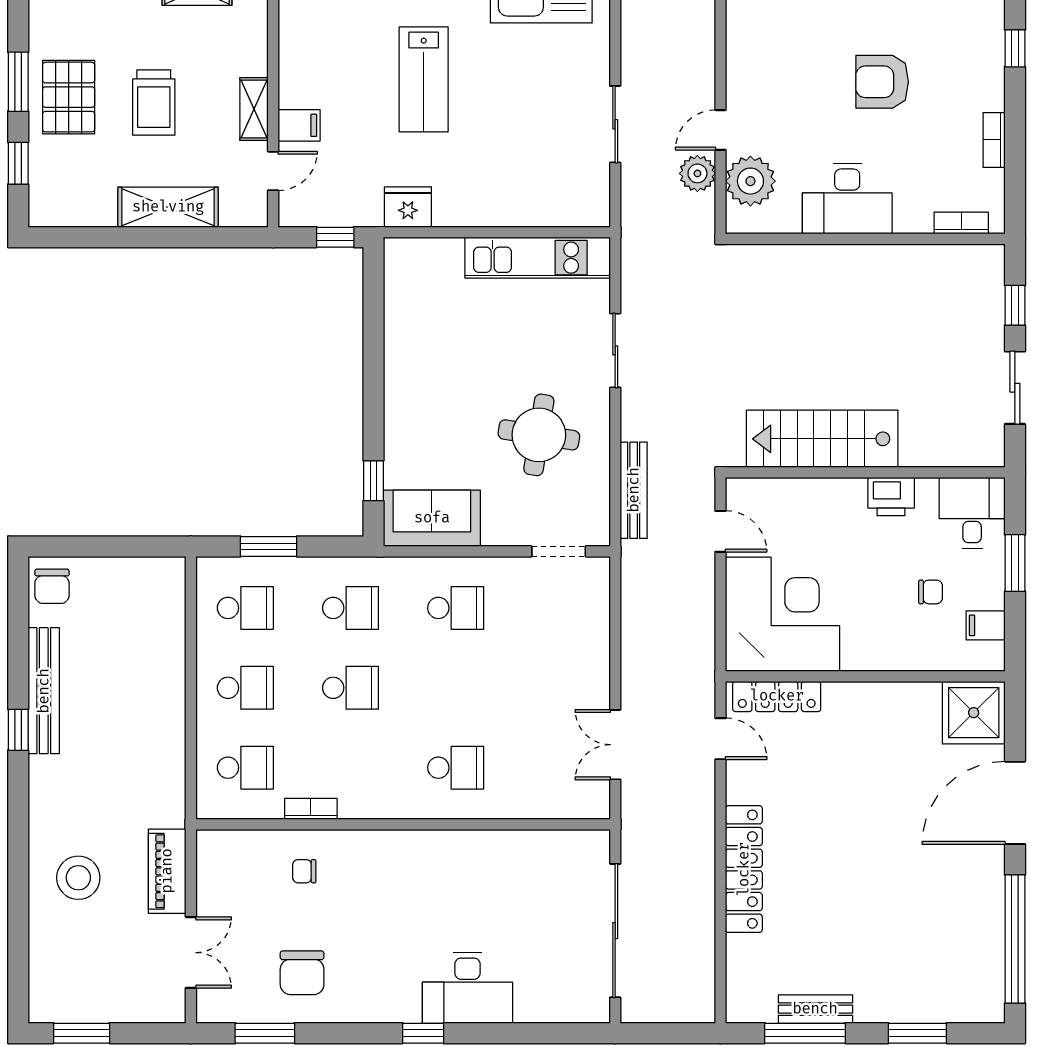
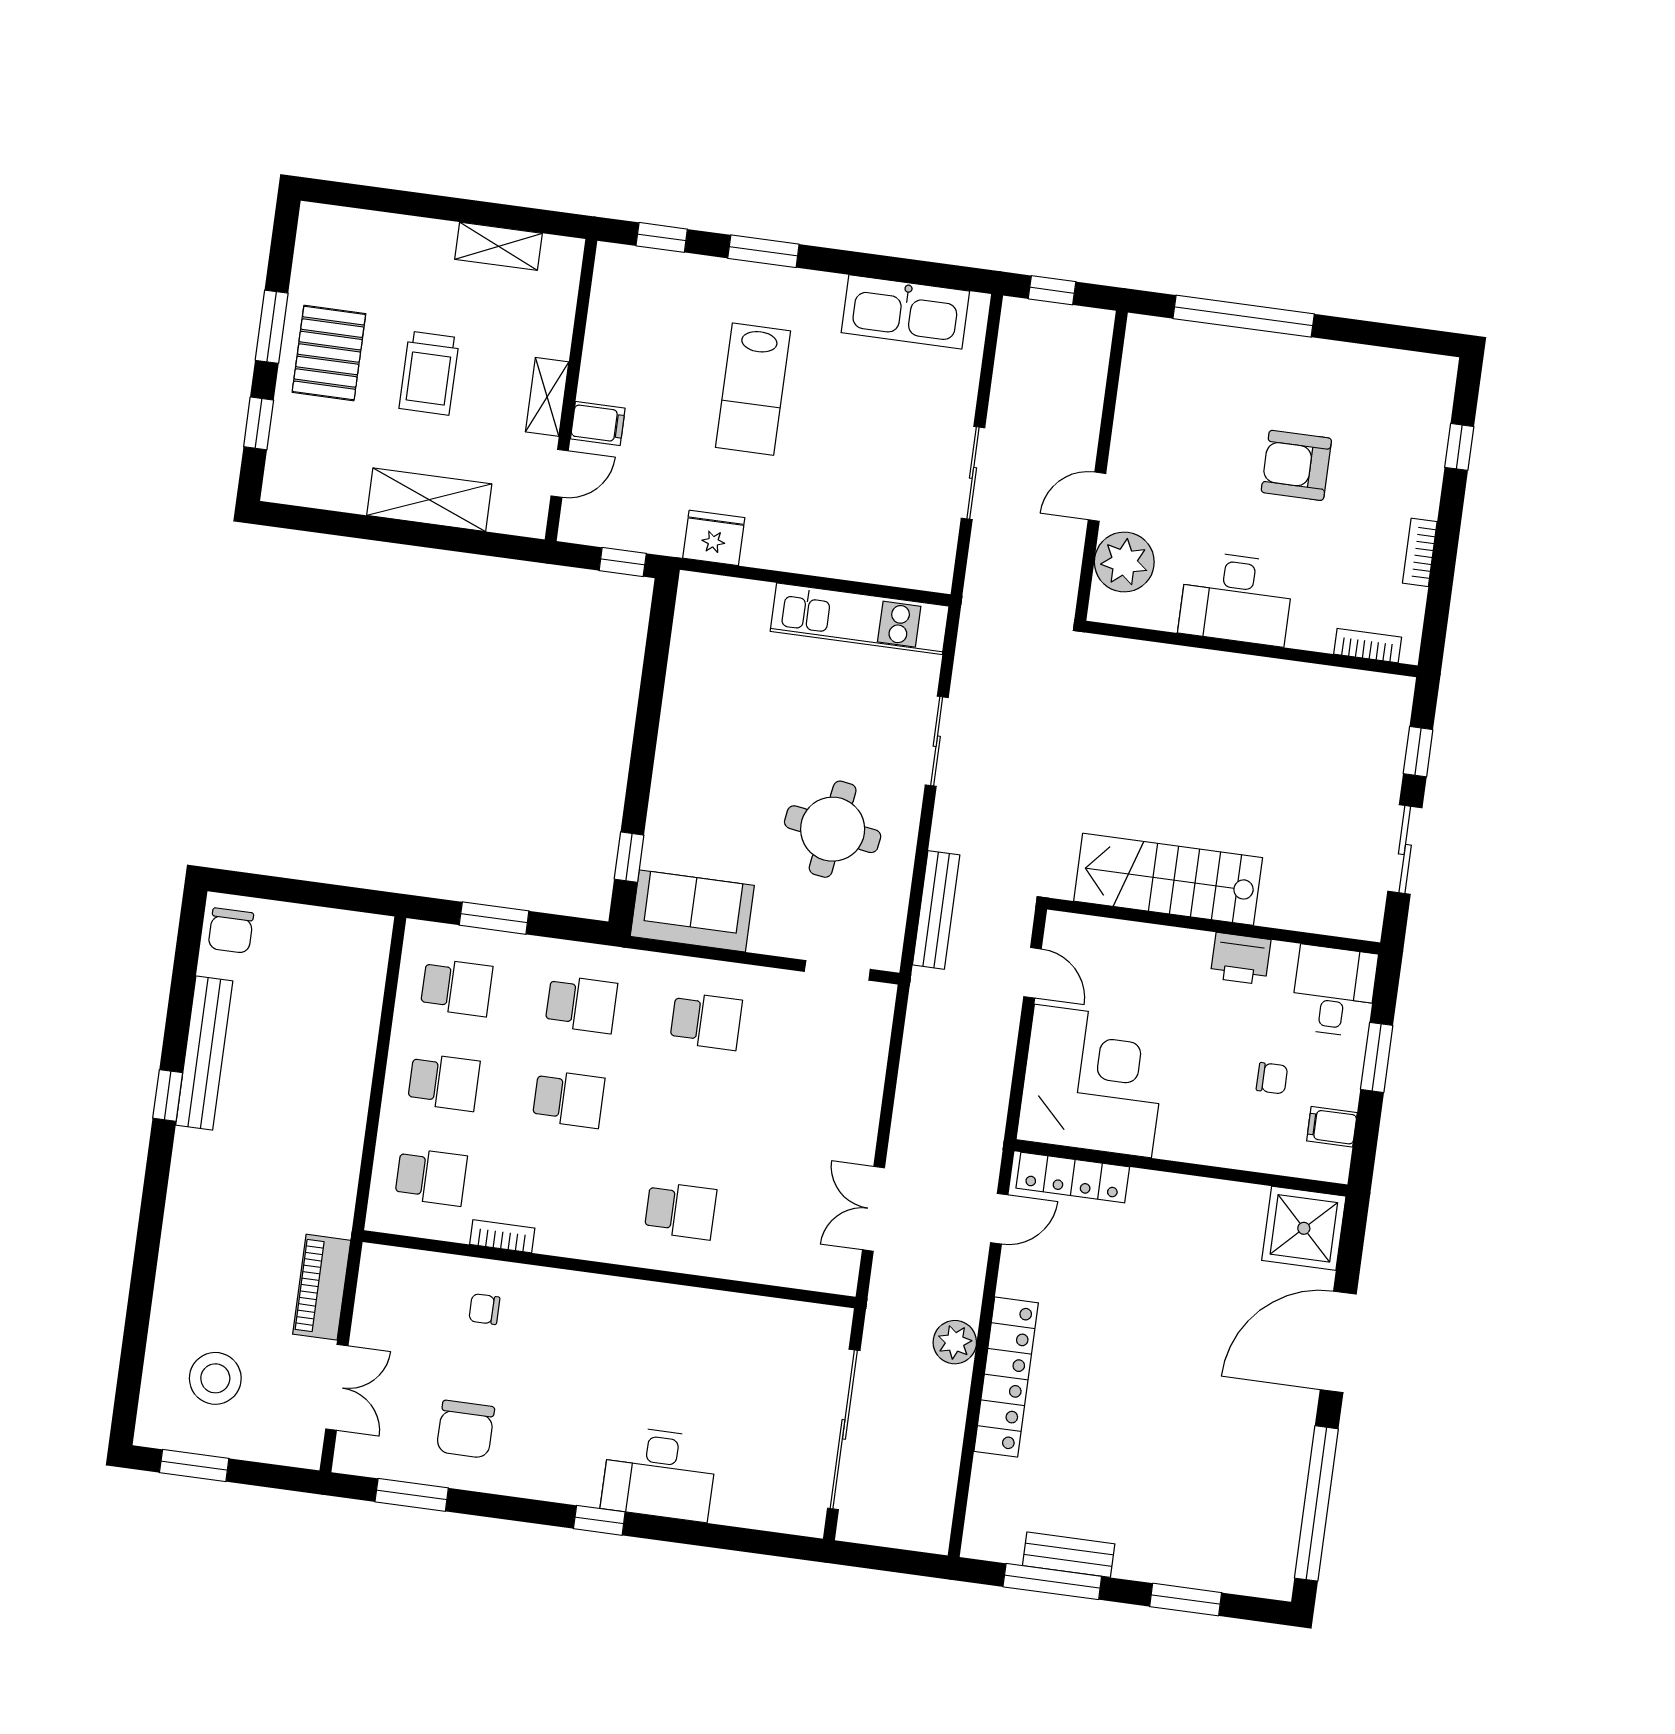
plant: (697, 173) -> (955, 1342), moved
door: (720, 739) -> (999, 1219), hinge flipped
stool: (78, 878) -> (215, 1378), moved

